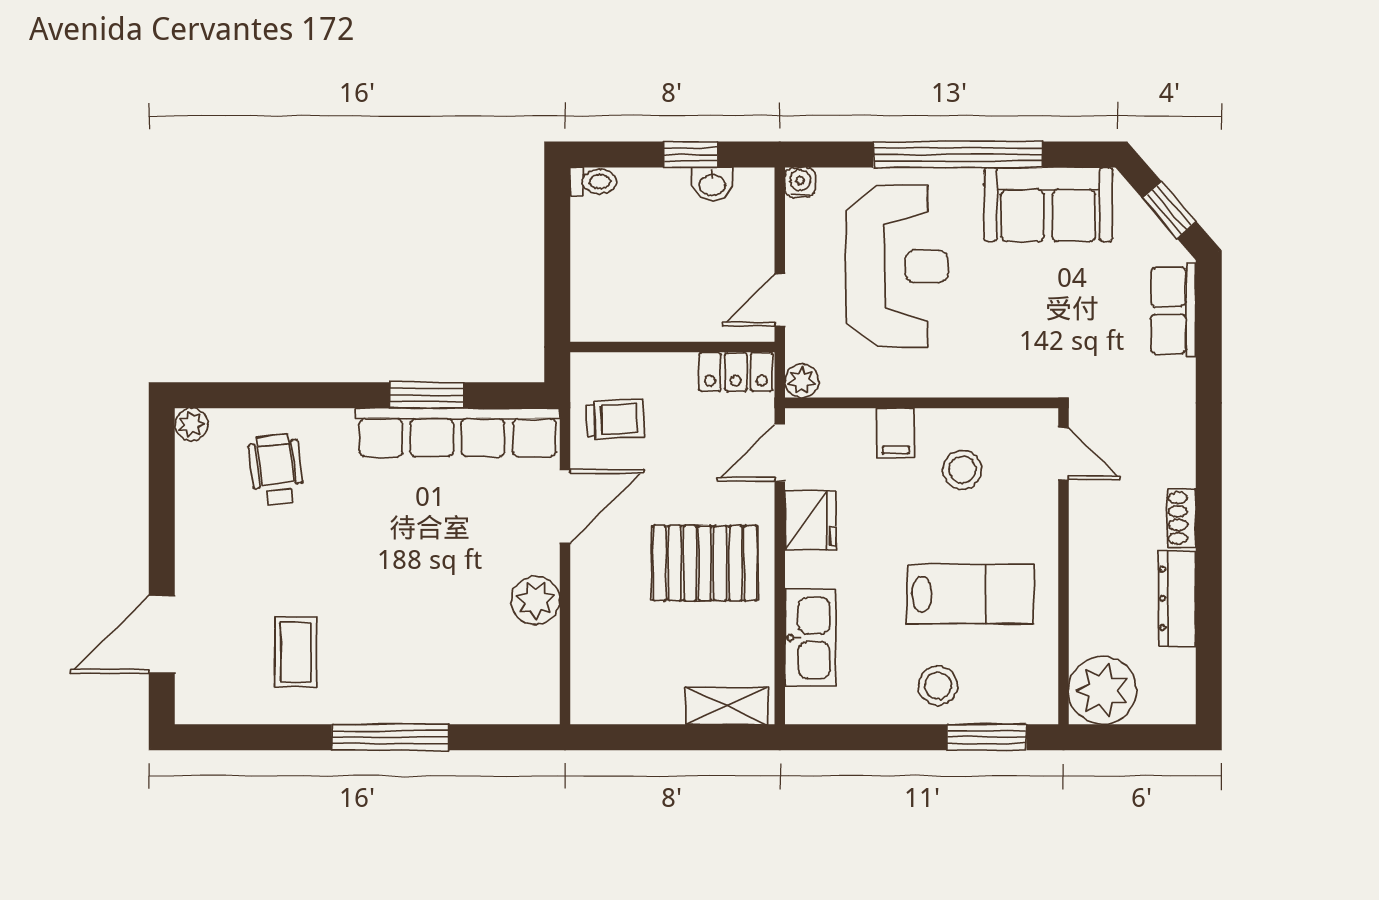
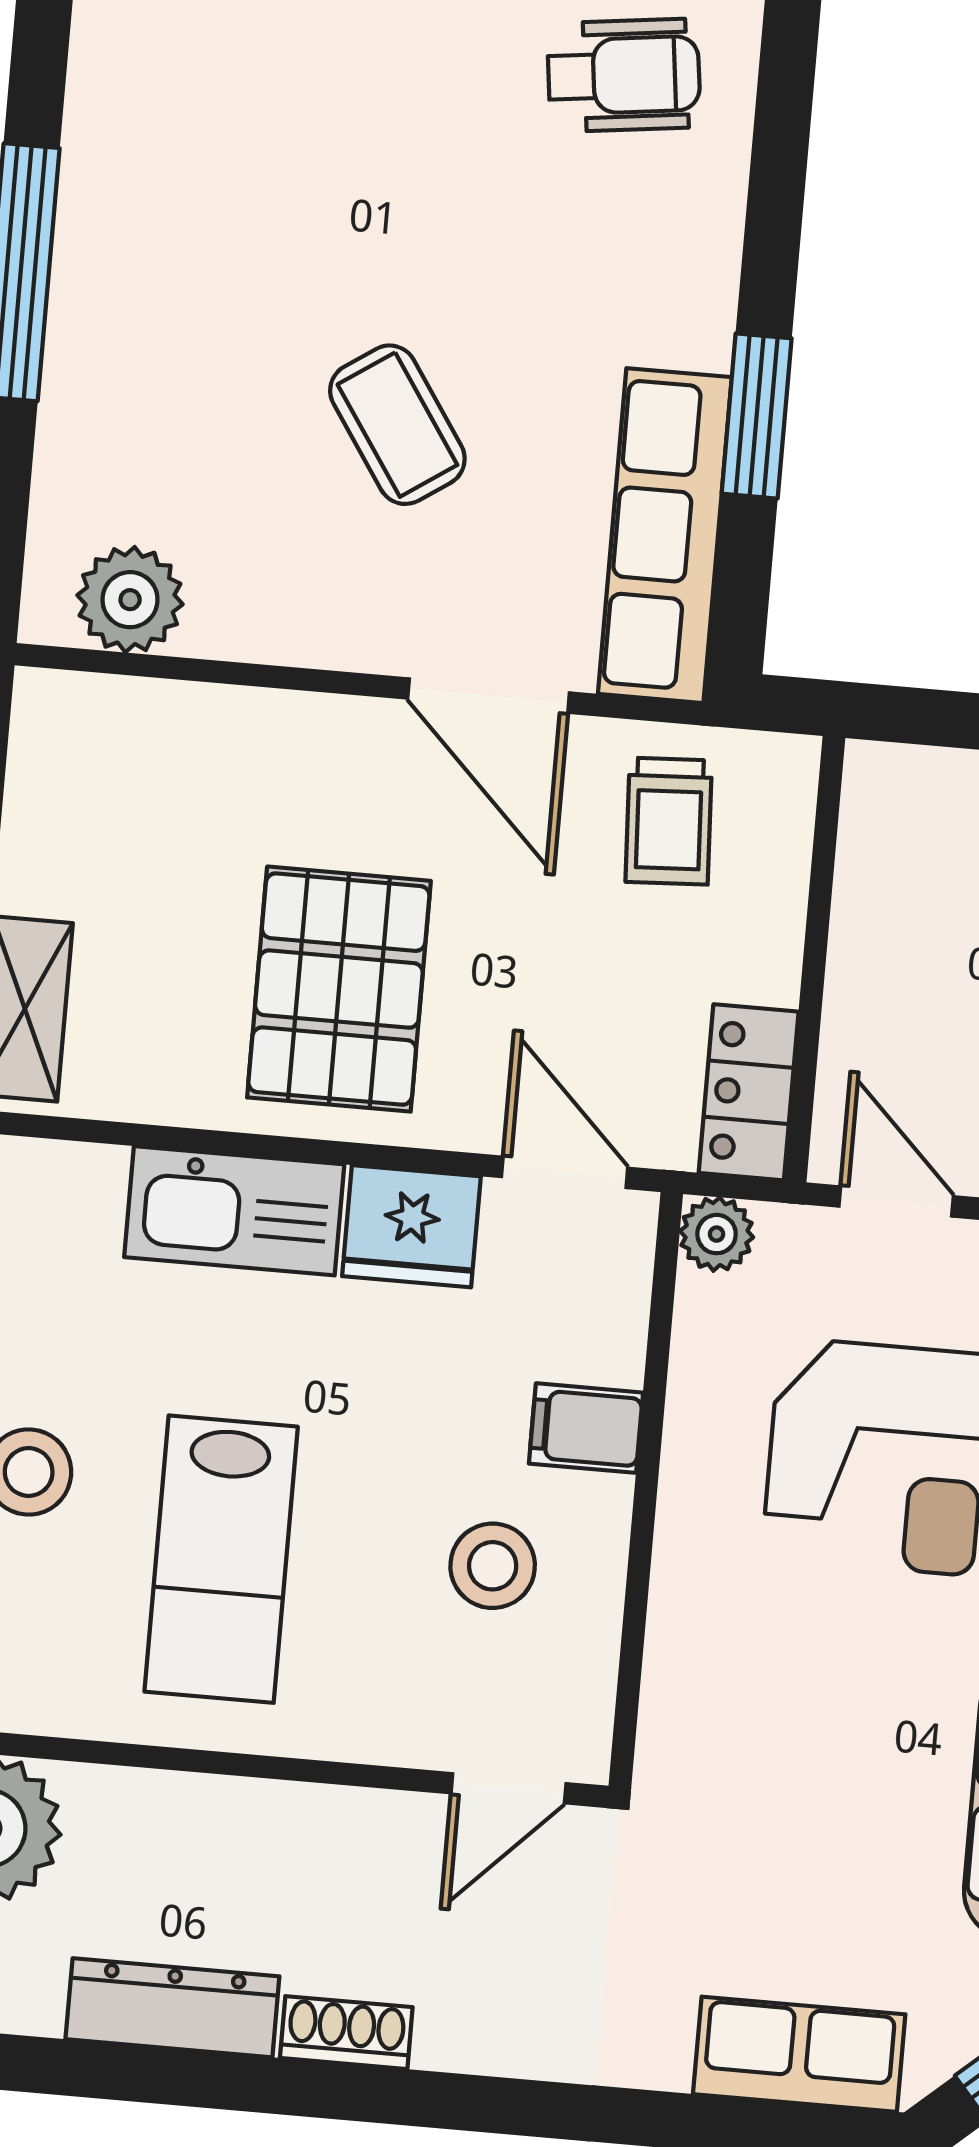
row of seats: (457, 432) -> (665, 536), width x0.73
plant: (535, 600) -> (130, 600), moved
kitchen sink: (811, 638) -> (234, 1211), moved
coffee table: (296, 652) -> (397, 425), moved, turned 56

